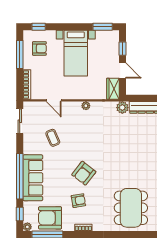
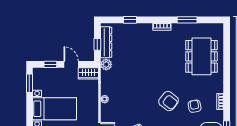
door: (122, 71) -> (71, 64), hinge flipped
window: (144, 98) -> (97, 44), added
dining table: (131, 208) -> (201, 56), turned 90

